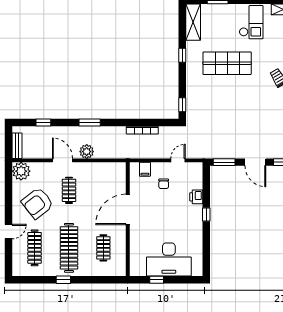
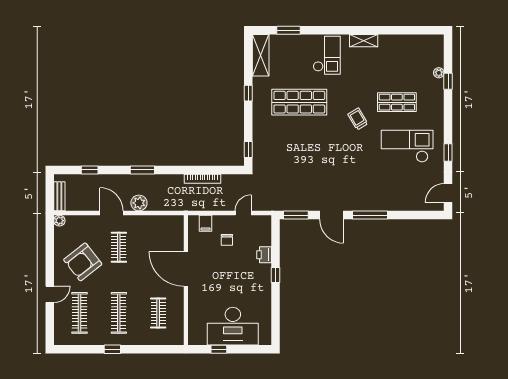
plant: (21, 171) -> (59, 221), width x0.53, depth x0.53
door: (128, 209) -> (186, 269), hinge flipped
clothes rail: (69, 248) -> (119, 313), width x0.73, depth x0.76

